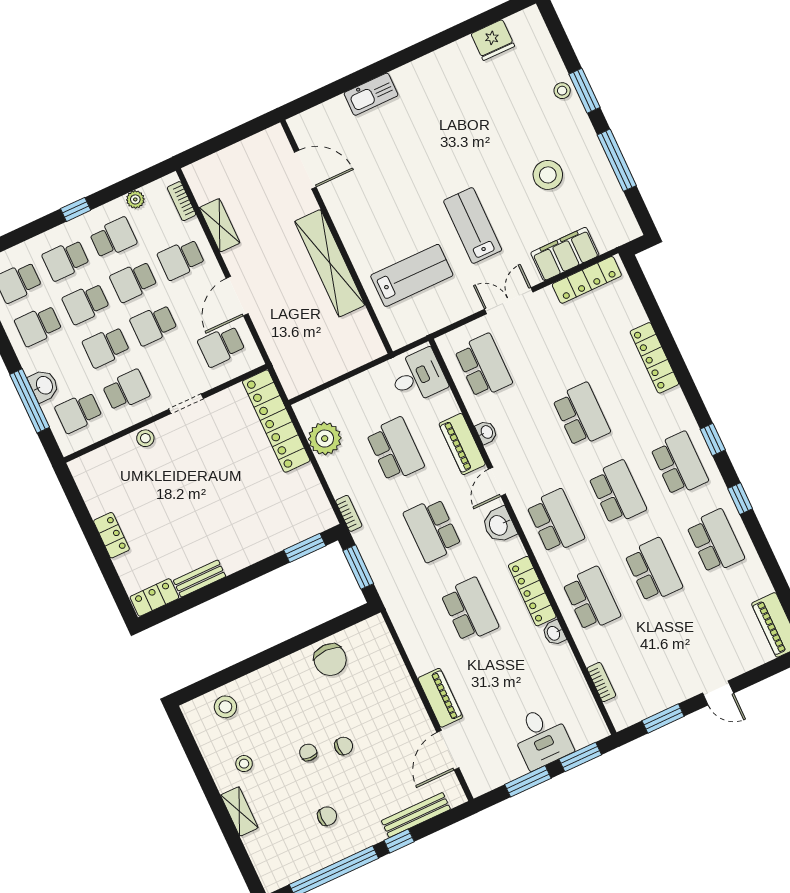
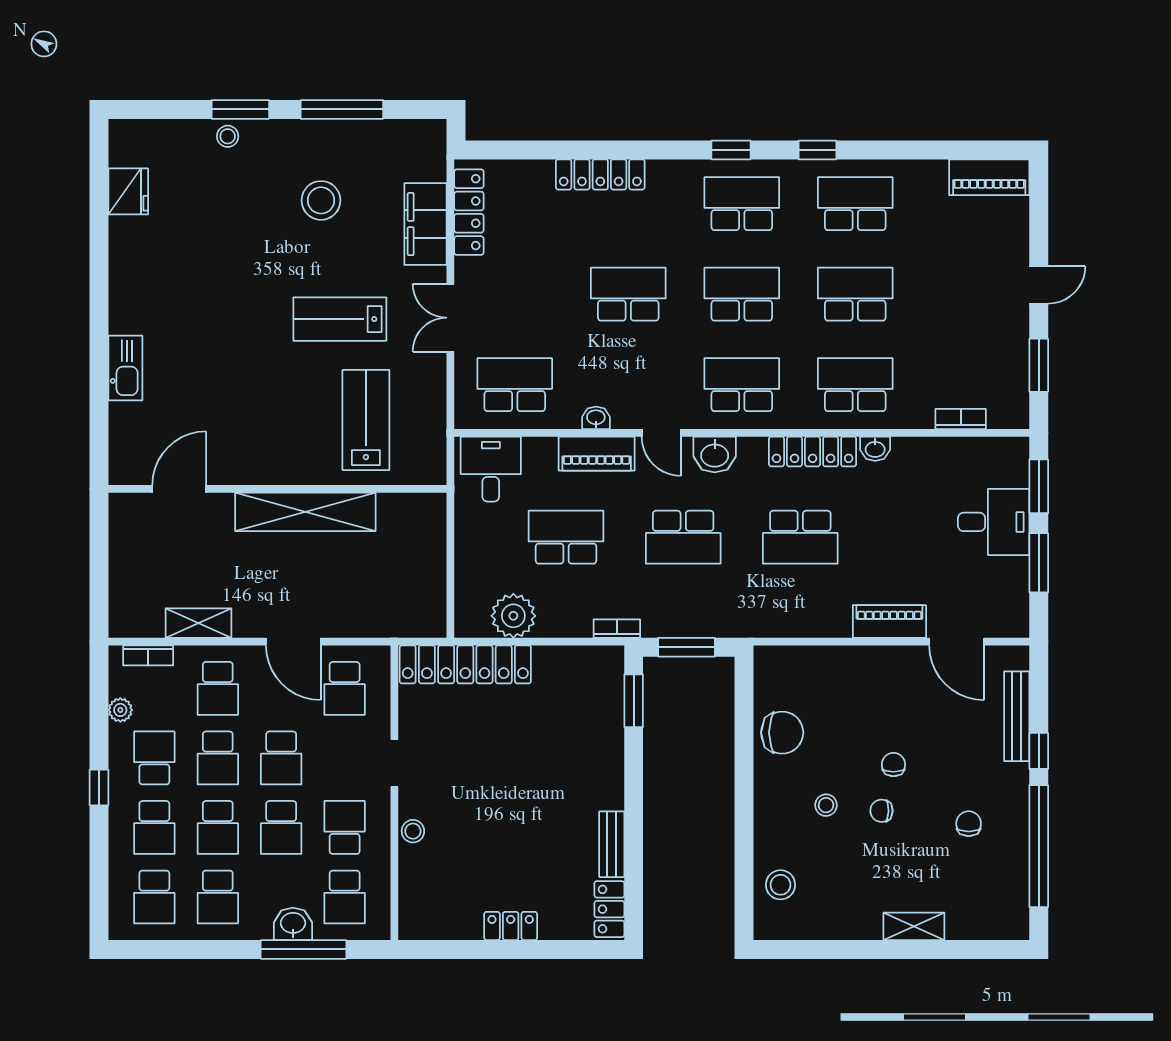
school desk: (470, 610) -> (800, 537), turned 180
stool: (244, 764) -> (826, 805), moved

